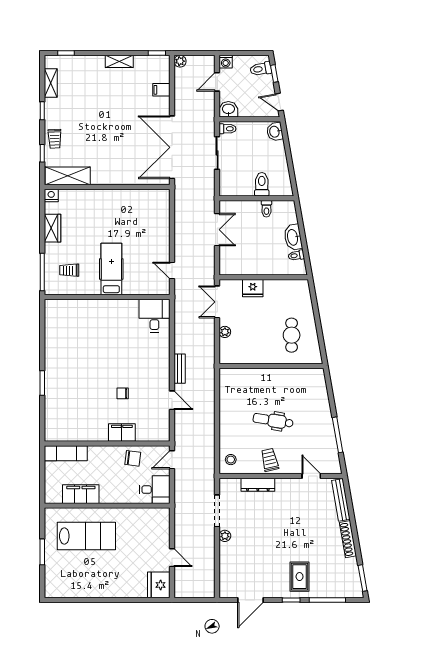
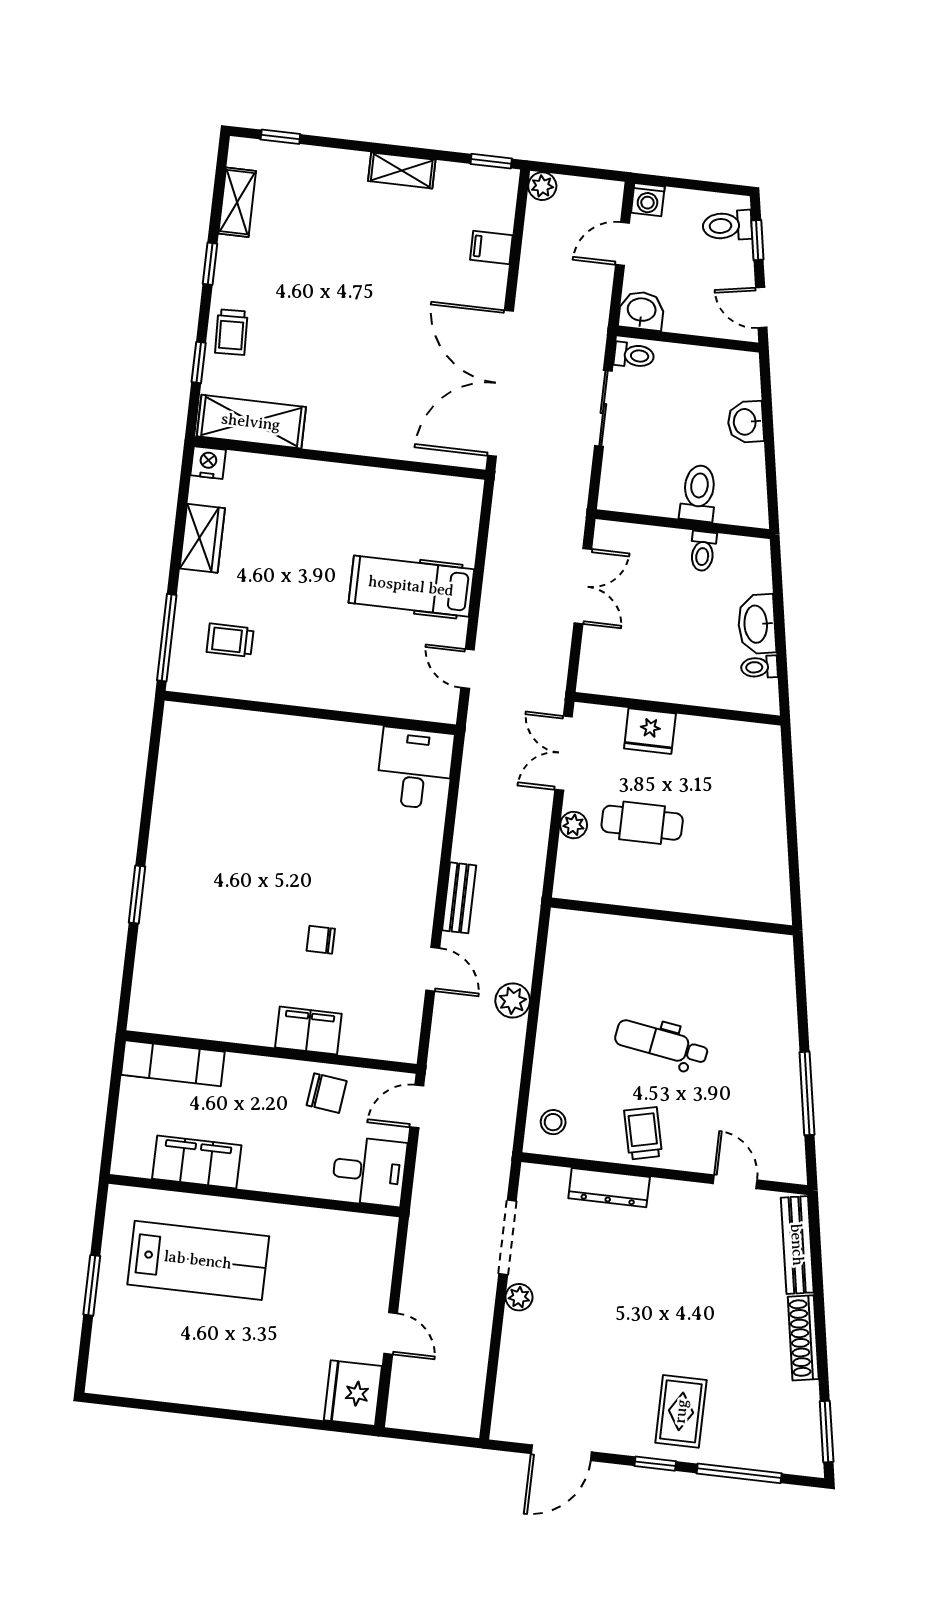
washbasin: (275, 132) -> (746, 422), moved
hospital bed: (111, 269) -> (411, 586), moved, turned -90
cafe table: (292, 335) -> (642, 823), moved, turned 90
plant: (208, 410) -> (513, 1001), added

